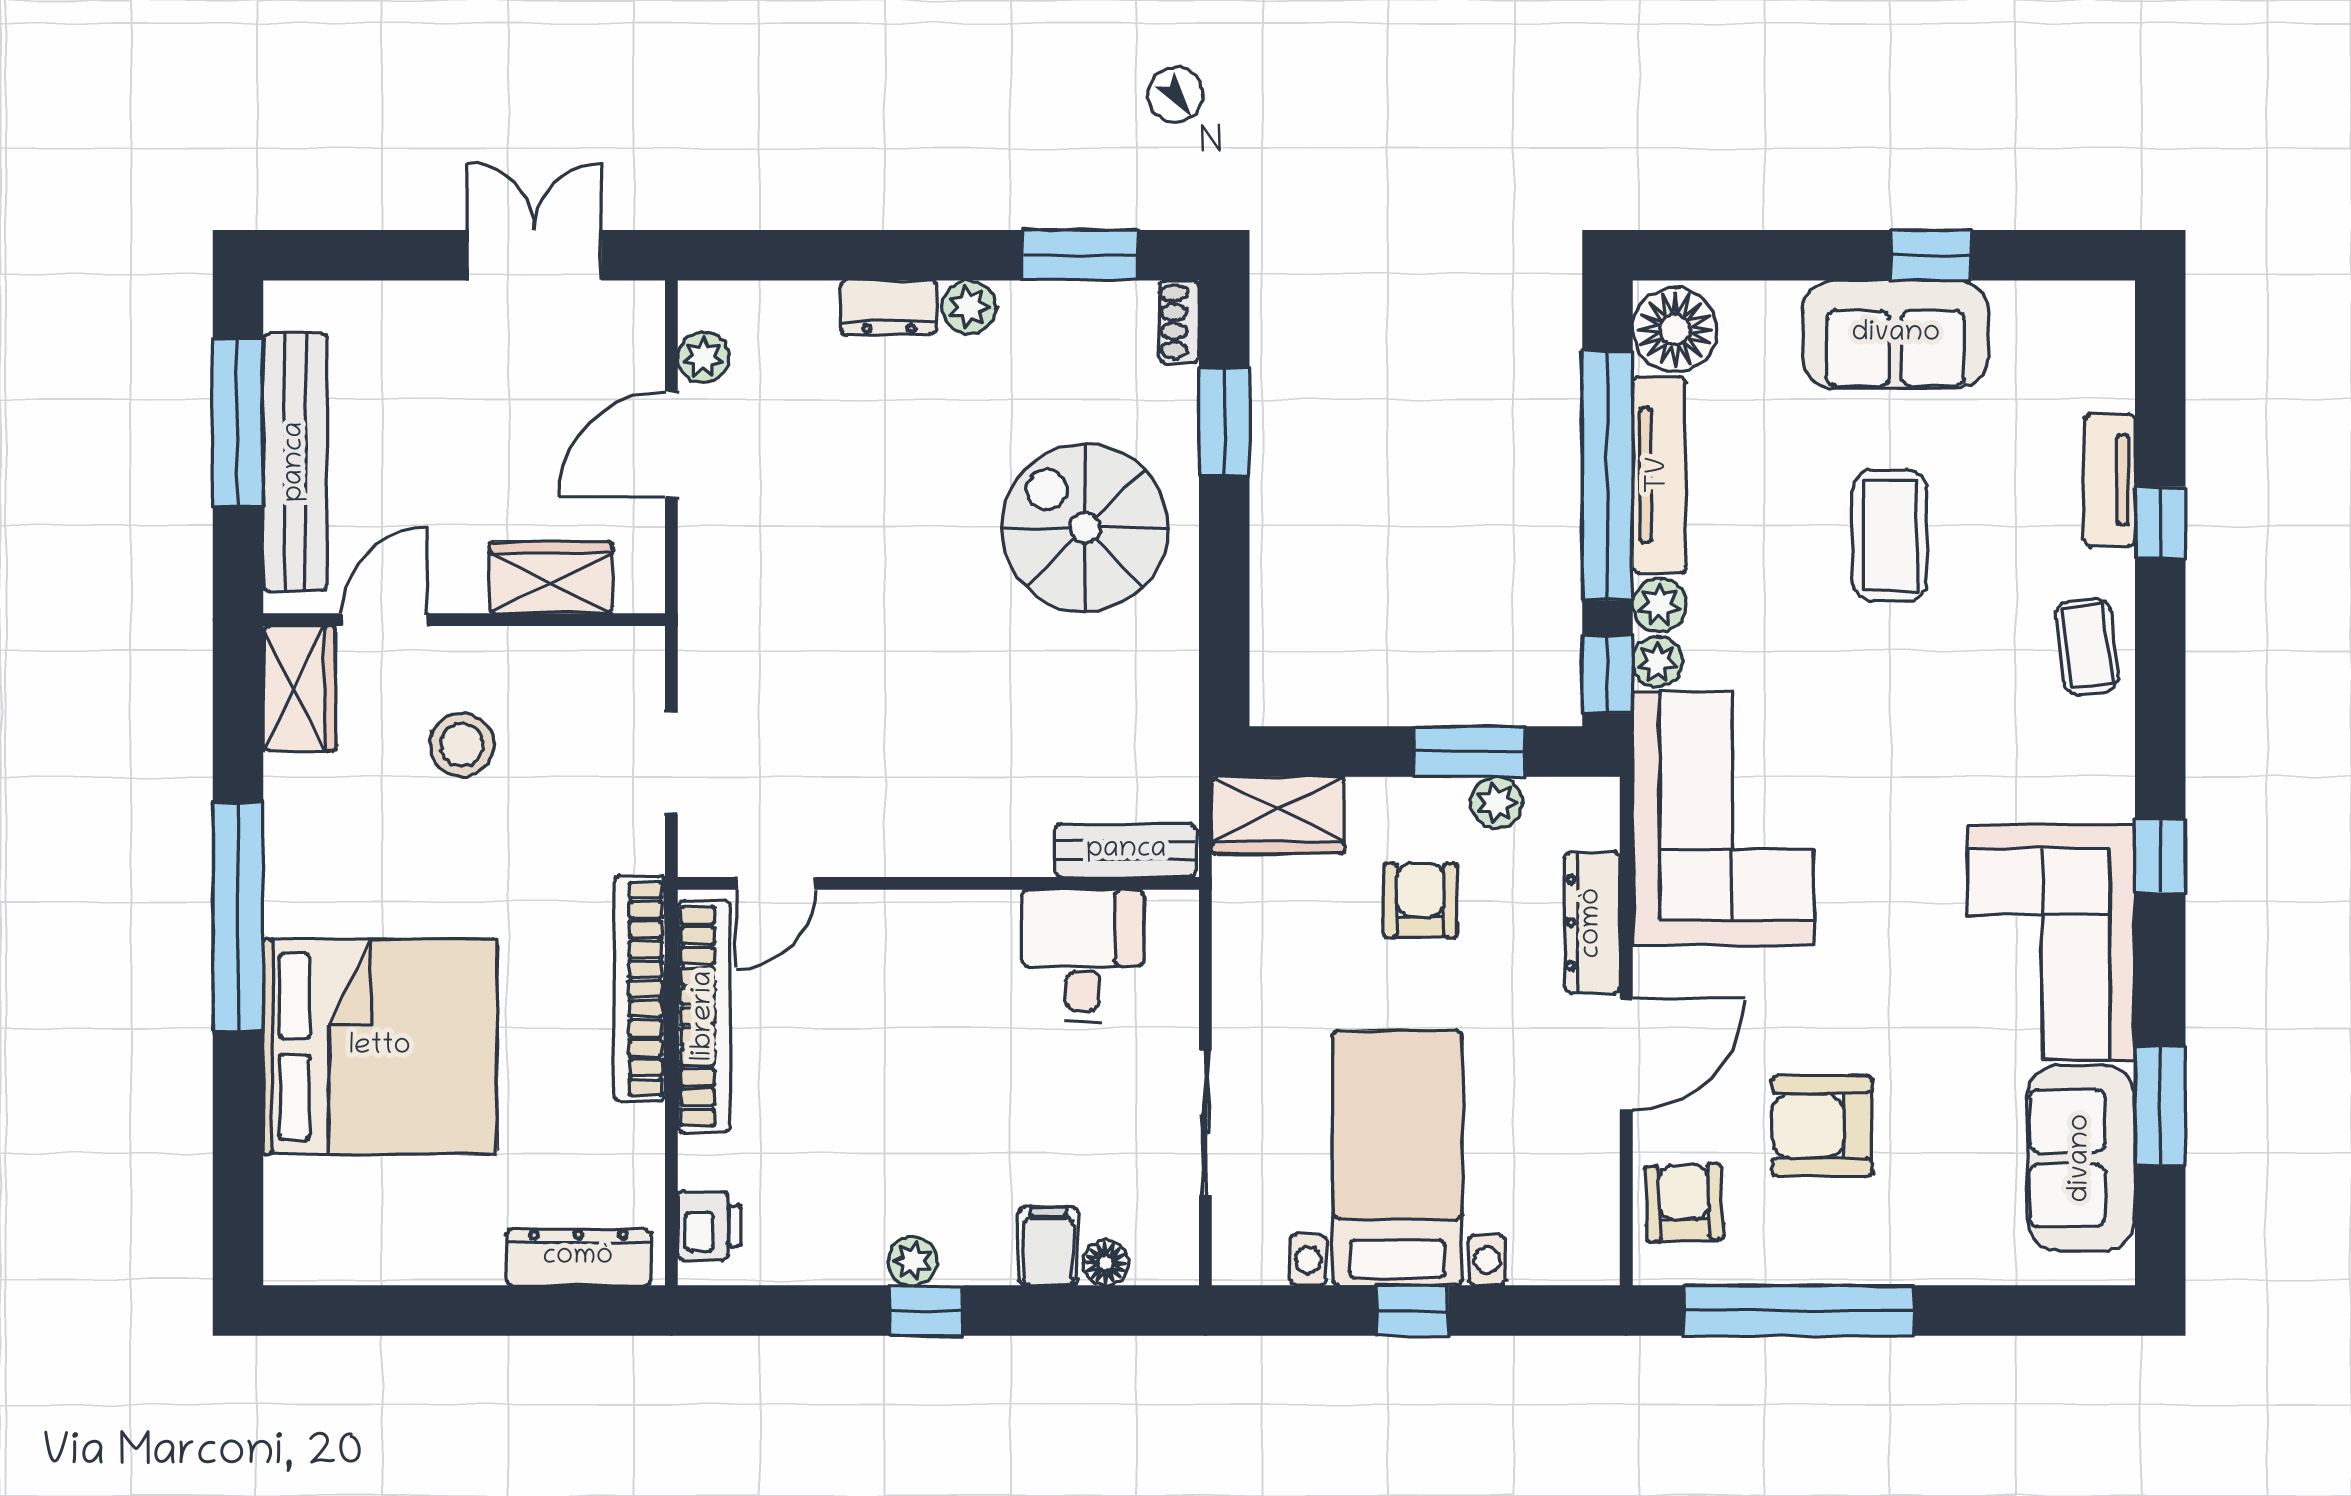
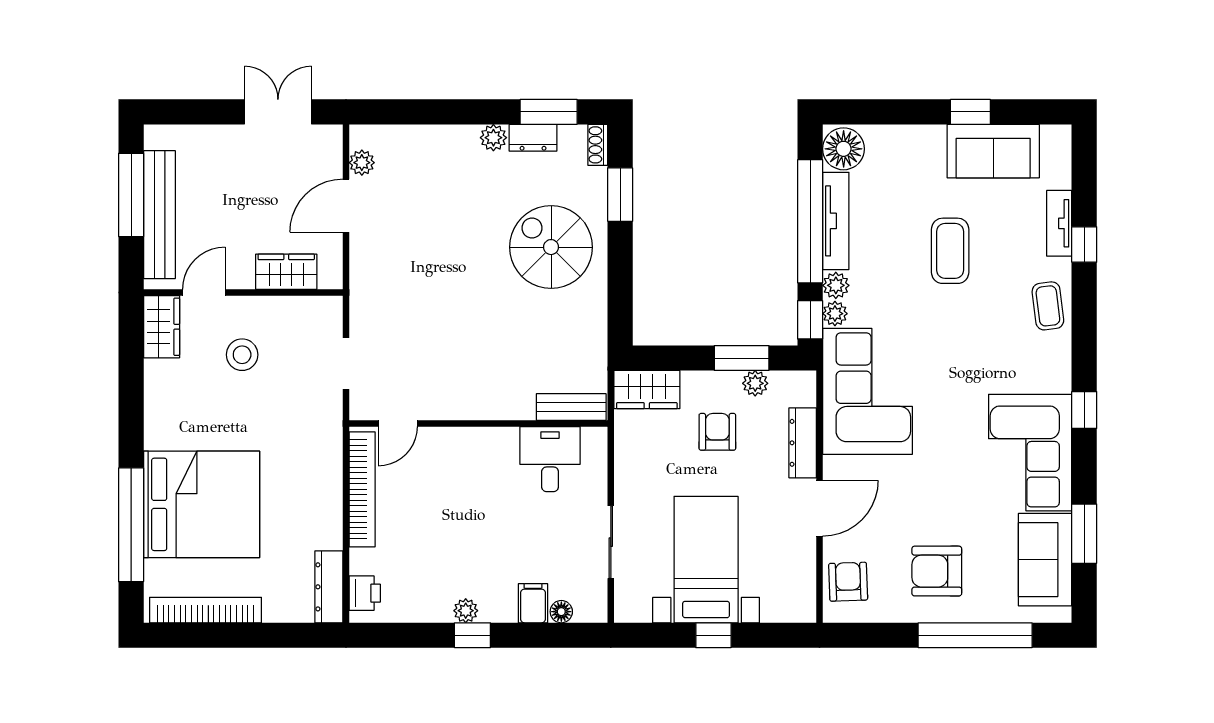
dresser: (889, 307) -> (533, 138), moved
sofa: (1896, 334) -> (993, 151), moved
window: (238, 917) -> (131, 525), moved
bookcase: (639, 989) -> (206, 610), moved, turned 90
armchair: (1822, 1126) -> (937, 571), moved
dresser: (578, 1257) -> (329, 587), moved, turned -90
window: (1799, 1311) -> (975, 635), moved

